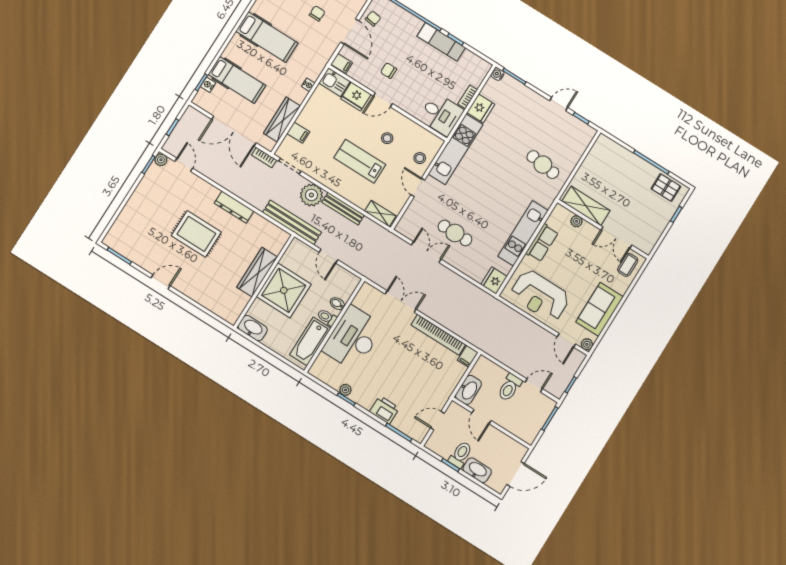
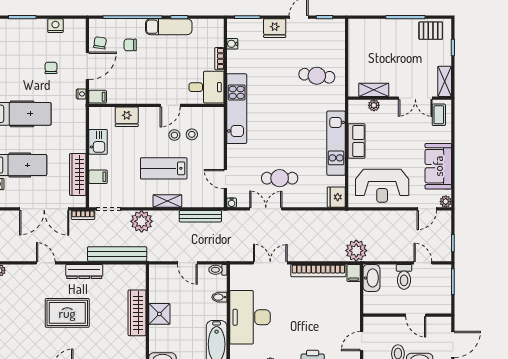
door: (350, 31) -> (87, 66), hinge flipped
chair: (389, 71) -> (130, 45), moved
water cooler: (498, 74) -> (232, 44), moved
kitchen sink: (334, 82) -> (98, 142), moved, turned -90
nightstand: (308, 85) -> (81, 94), moved
door: (383, 100) -> (170, 105), moved
fridge: (481, 108) -> (275, 28), moved, turned 90
stool: (420, 158) -> (192, 134), moved
door: (184, 165) -> (46, 263), moved
door: (418, 187) -> (225, 179), moved
shelving: (586, 206) -> (374, 90), width x0.67, depth x0.75
bench: (343, 209) -> (200, 216), moved
shelving: (380, 214) -> (167, 201), moved
bench: (292, 222) -> (117, 254), moved
water cooler: (400, 228) -> (232, 203), added
shelving: (651, 239) -> (445, 81), added
shower: (284, 290) -> (159, 314), width x0.54, depth x0.54
toilet: (327, 317) -> (218, 270), moved
plant: (482, 338) -> (356, 251), added
door: (566, 340) -> (427, 209), hinge flipped
door: (534, 385) -> (423, 263), hinge flipped
washbasin: (468, 390) -> (371, 278), moved
door: (482, 417) -> (416, 315), moved

